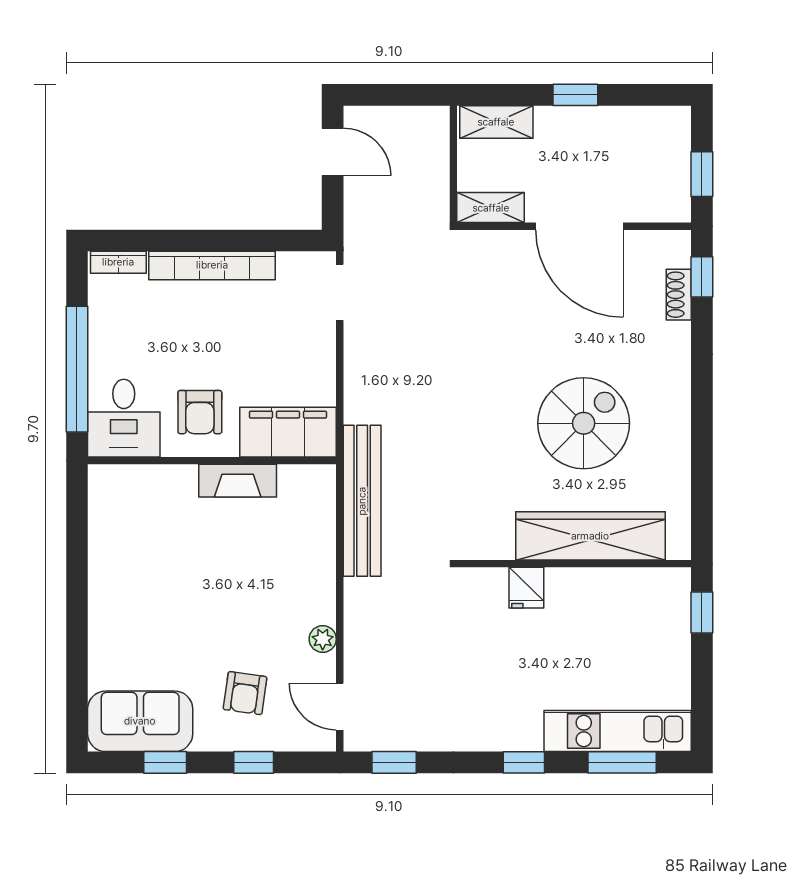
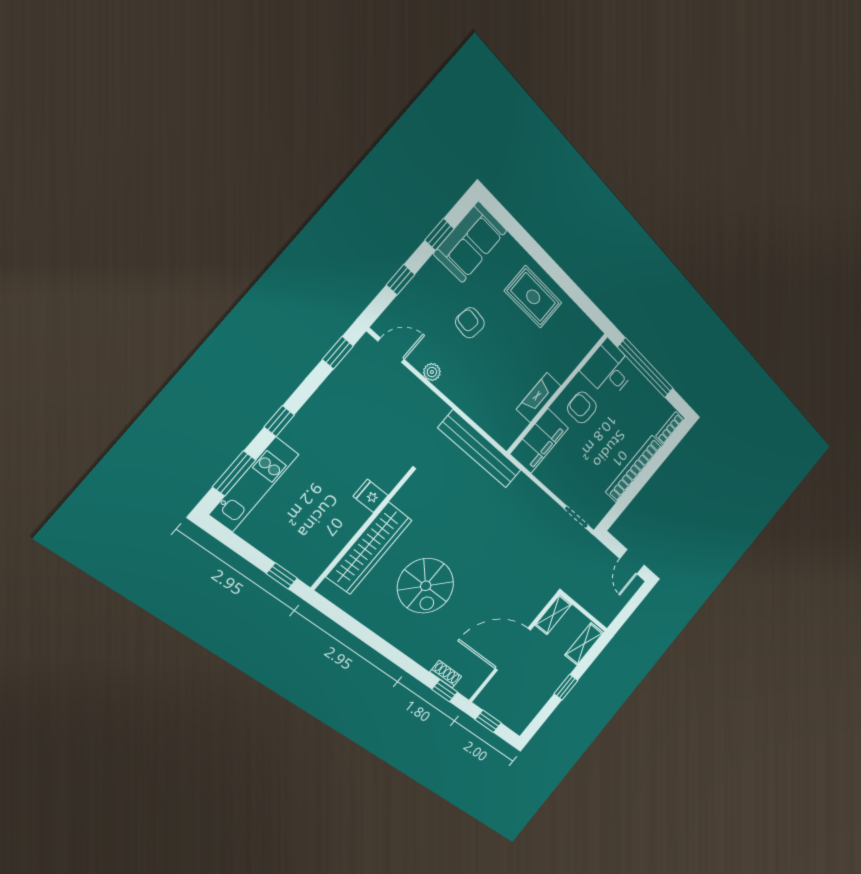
door: (333, 152) -> (632, 562), hinge flipped
rug: (130, 594) -> (533, 297), added
armchair: (245, 693) -> (470, 323), moved

